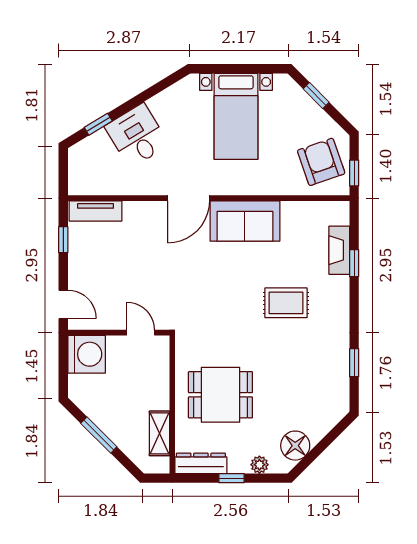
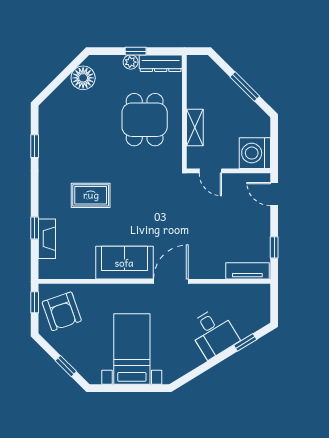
dining table: (220, 395) -> (145, 120), turned 90
shelving: (159, 433) -> (195, 127), moved
plant: (259, 465) -> (131, 62), moved

